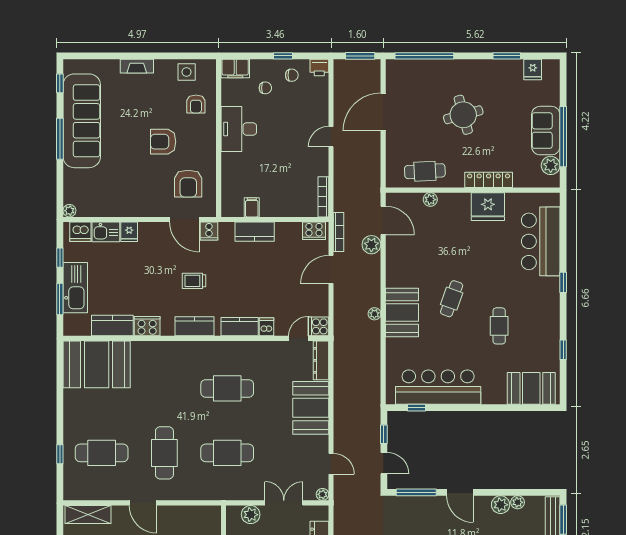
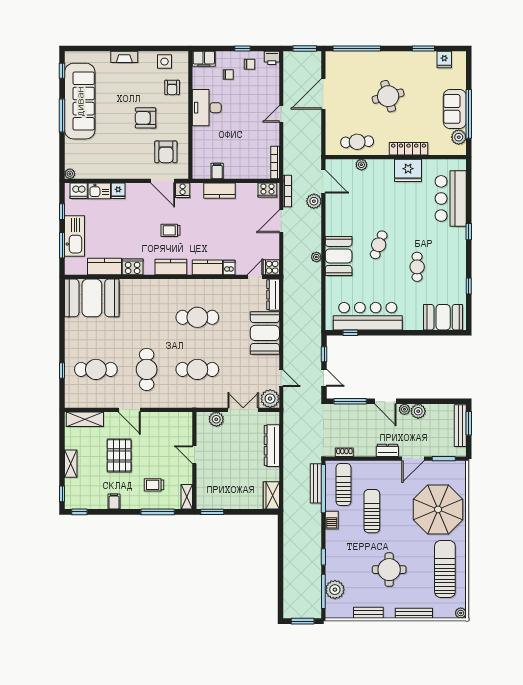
plant: (322, 494) -> (270, 399), width x1.87, depth x1.87
plant: (518, 502) -> (404, 409), moved

